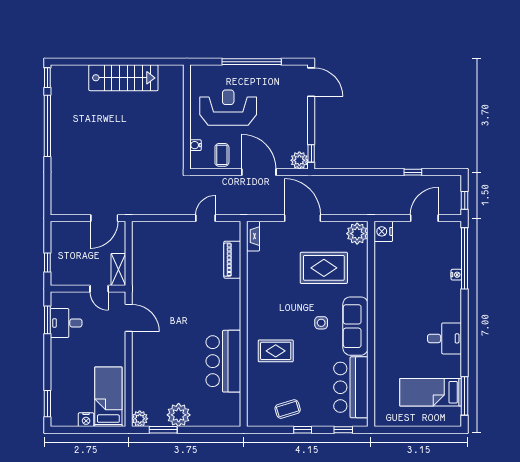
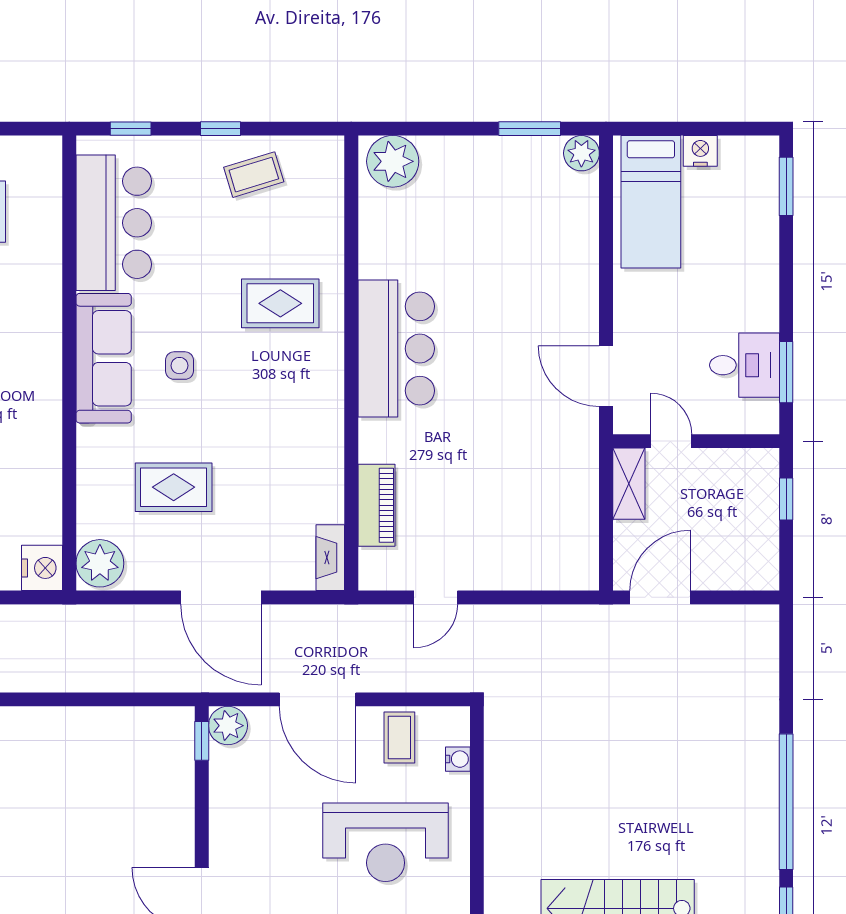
rug: (324, 268) -> (174, 487), width x0.73, depth x0.70
bar counter: (223, 361) -> (396, 349), moved
plant: (179, 415) -> (393, 161), moved

